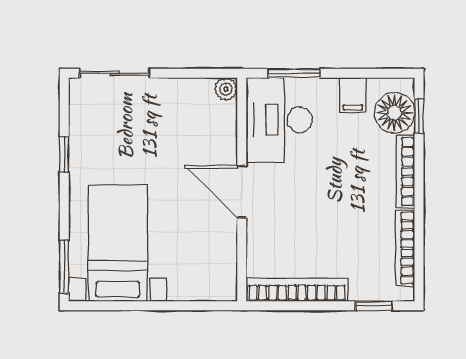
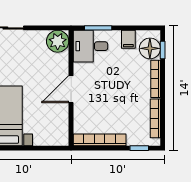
plant: (226, 89) -> (58, 41), width x1.88, depth x1.88
desk: (279, 120) -> (90, 46), width x0.73
door: (242, 192) -> (71, 89), hinge flipped

